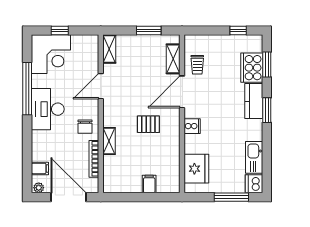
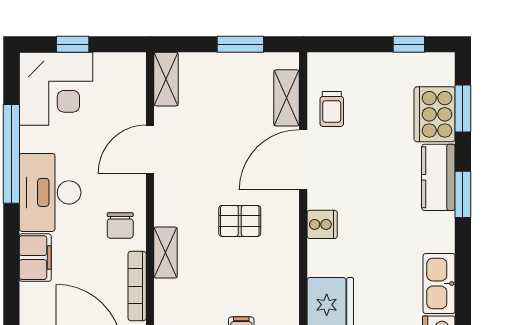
filing cabinet: (40, 168) -> (35, 258), moved, width x2.00

